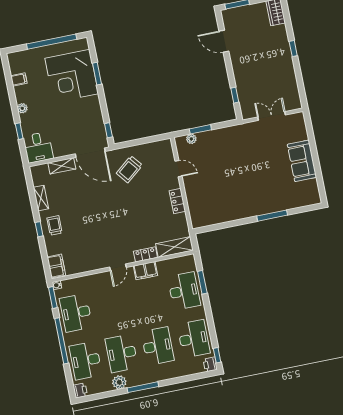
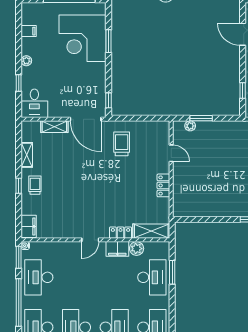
trolley: (129, 169) -> (122, 144), turned 129
plant: (164, 266) -> (137, 249), added

